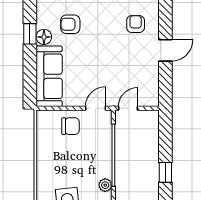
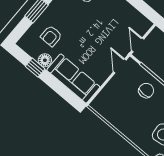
chair: (70, 126) -> (146, 91), moved

